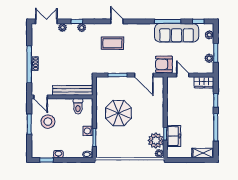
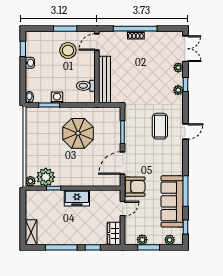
armchair: (164, 64) -> (135, 187), turned 90
freezer: (174, 136) -> (77, 198), moved

